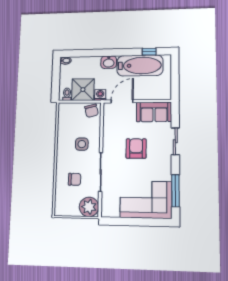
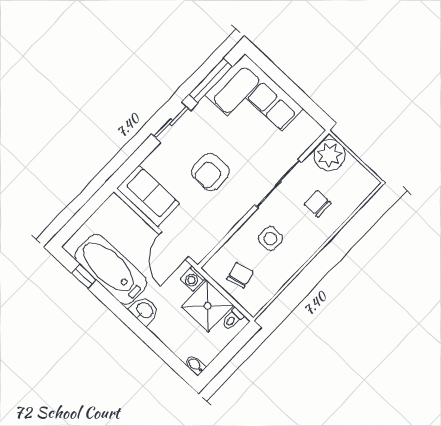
door: (122, 101) -> (174, 245), hinge flipped
chair: (91, 111) -> (240, 275), moved
sliding door: (175, 141) -> (171, 122), moved

